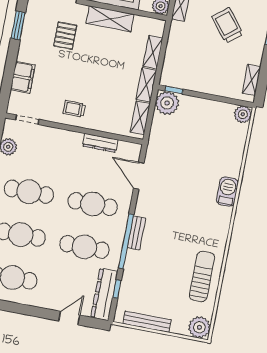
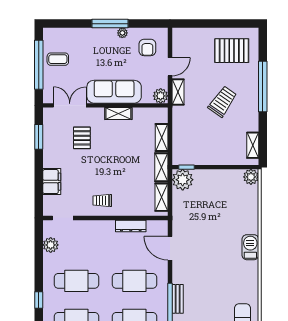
shelving: (110, 19) -> (118, 113), width x0.67, depth x0.75
trolley: (227, 25) -> (222, 102), turned 74

